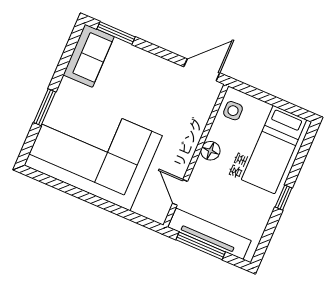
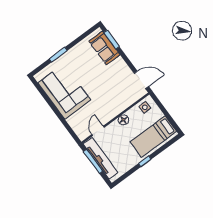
sofa: (89, 56) -> (104, 48), moved, turned 90
corner sofa: (93, 151) -> (64, 91), width x0.73, depth x0.74

